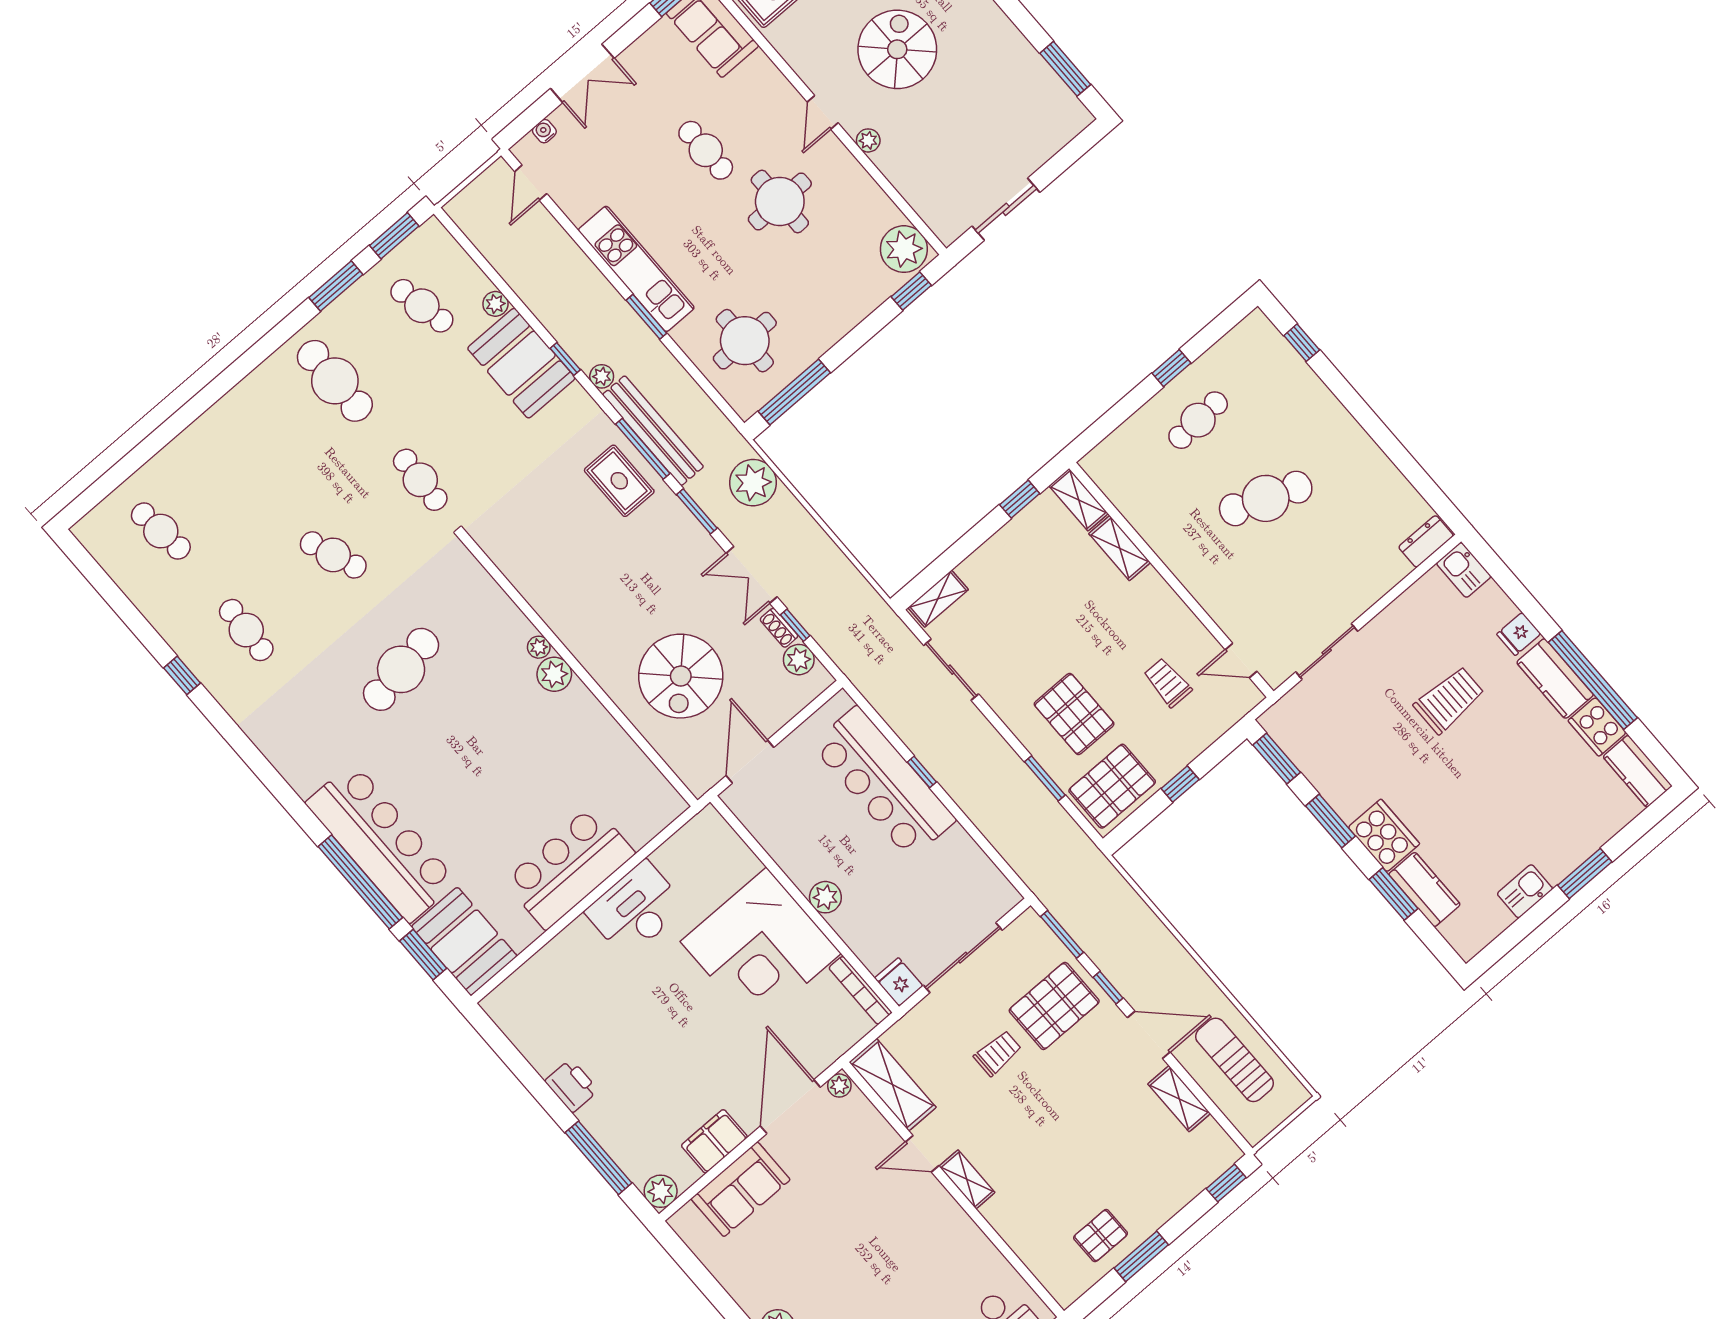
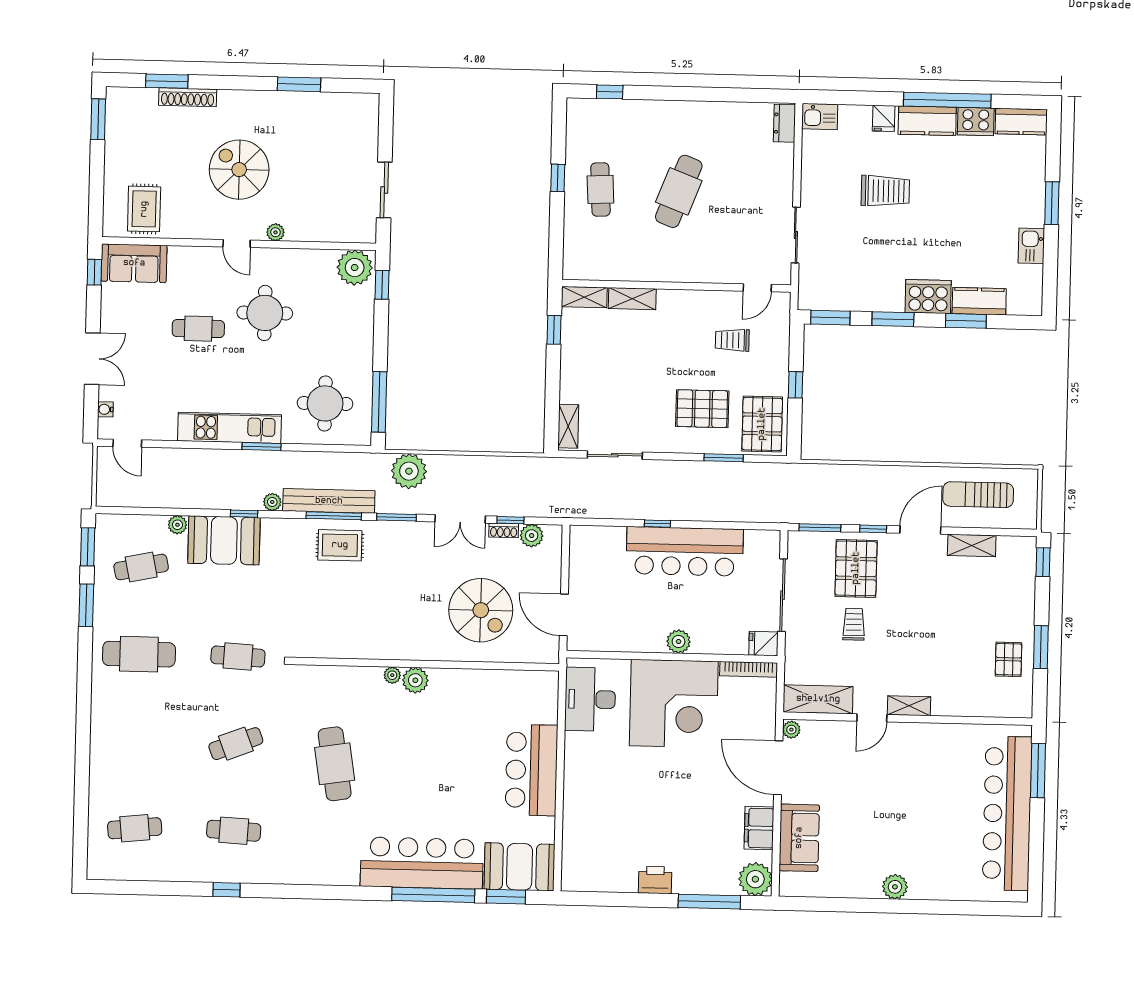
window: (1065, 69) -> (299, 84), moved
trolley: (1449, 700) -> (885, 191), turned 90
bar counter: (884, 782) -> (685, 551), moved
desk: (636, 909) -> (590, 699), moved
plant: (661, 1191) -> (755, 879), width x1.36, depth x1.36

